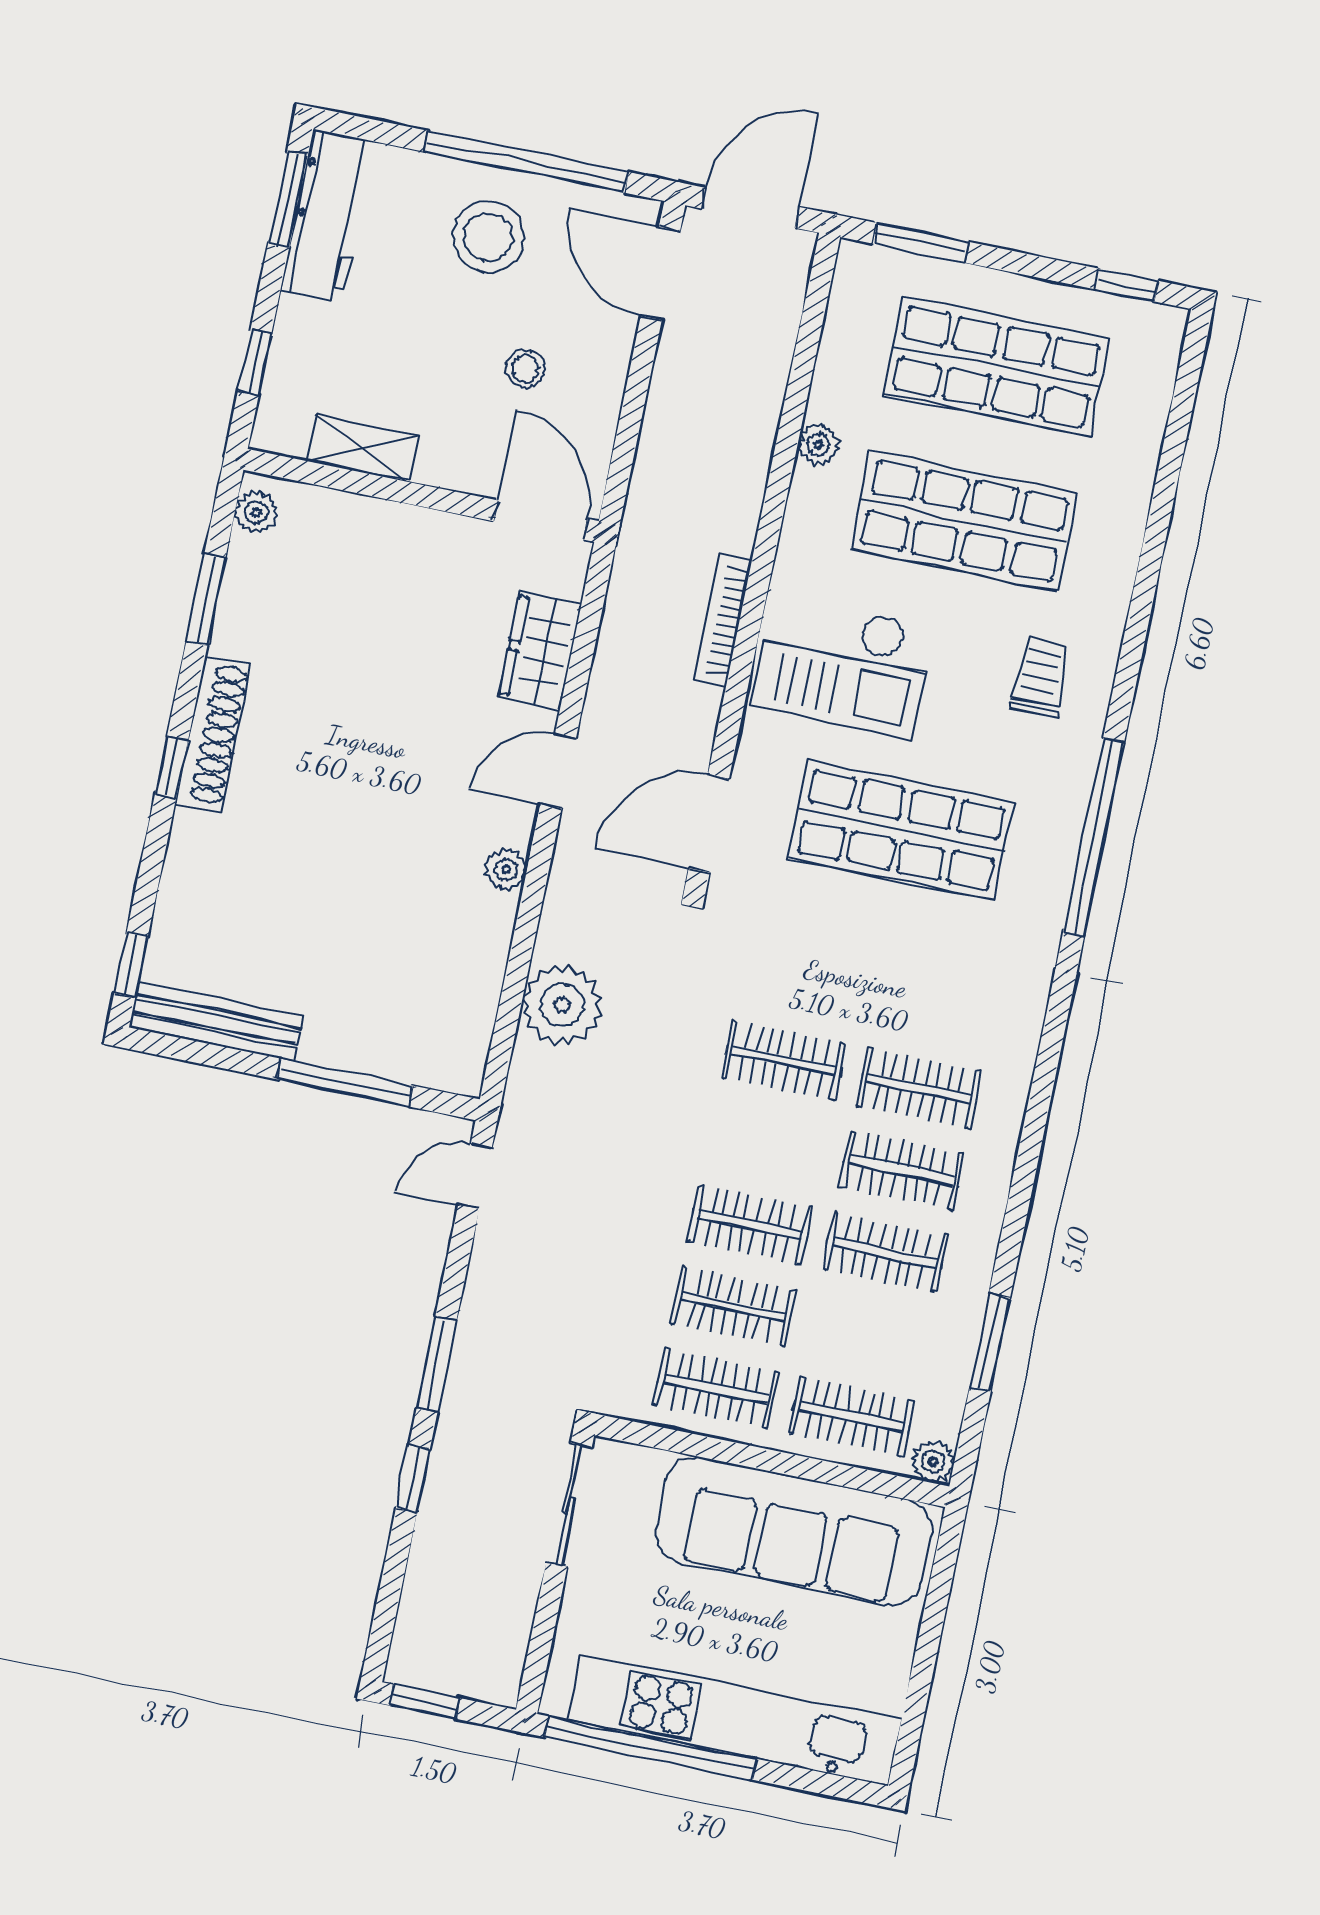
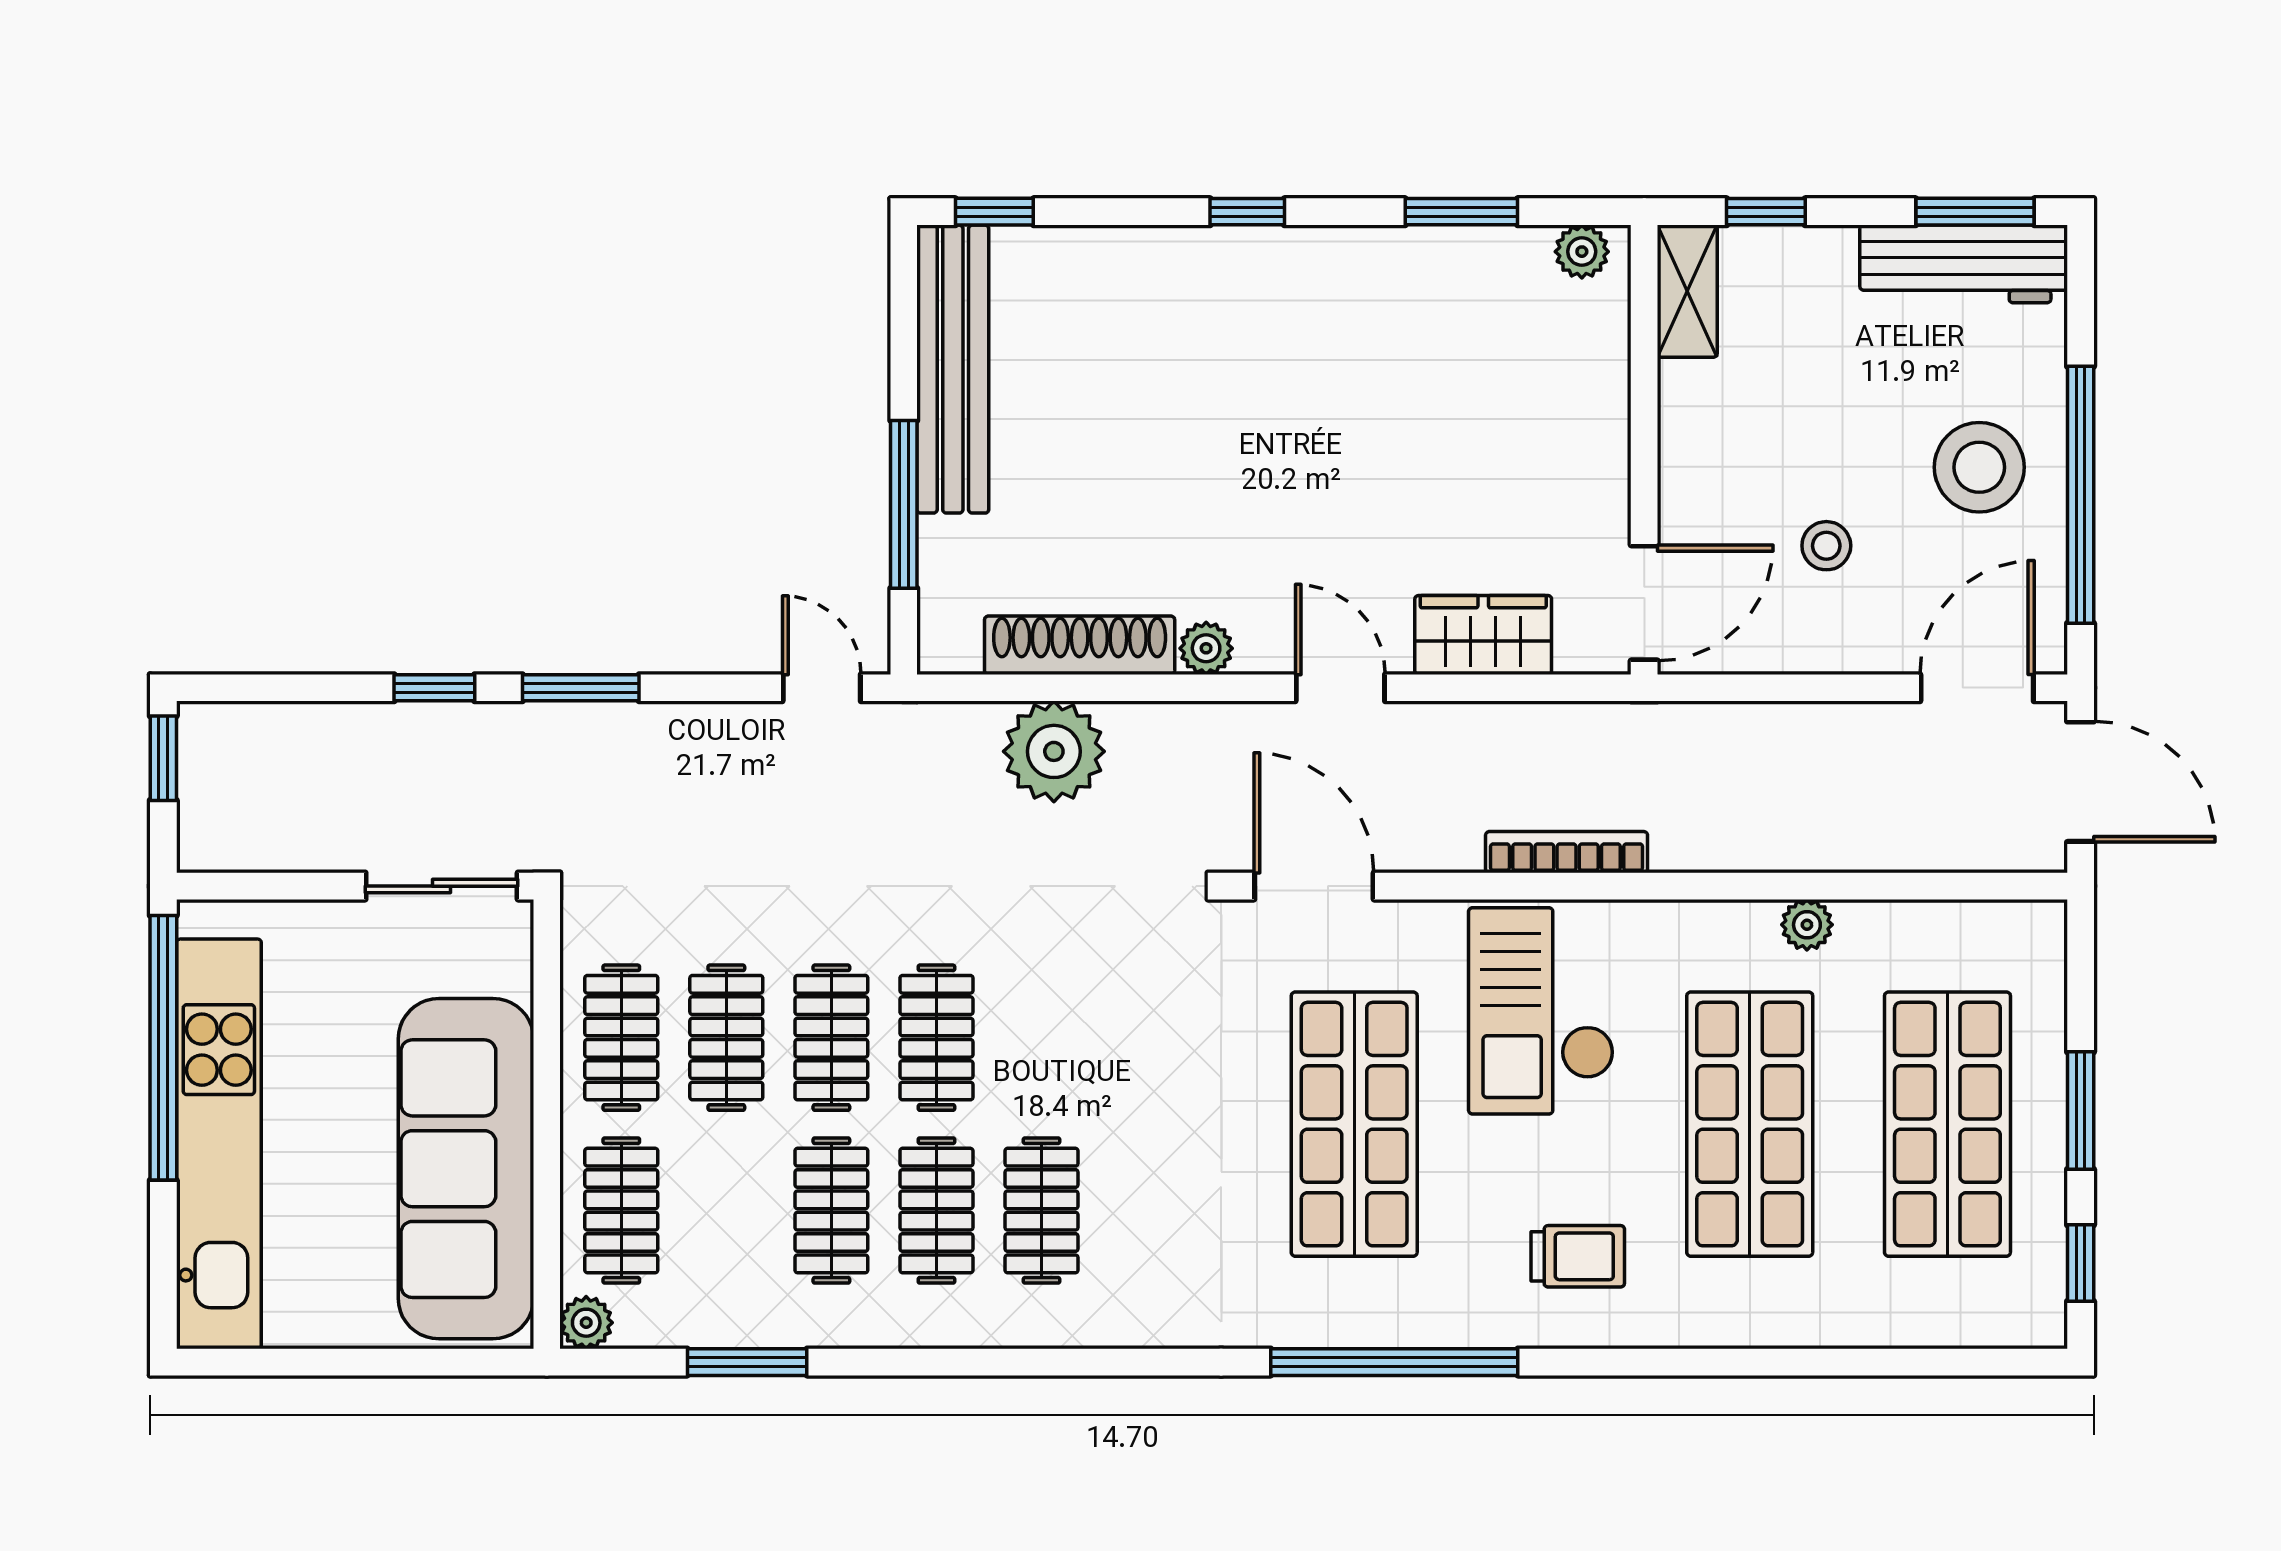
window: (921, 243) -> (2081, 1111), moved
shelving: (363, 448) -> (1687, 291), moved
shoe rack: (213, 734) -> (1080, 645), moved, turned 180
bench: (216, 1021) -> (953, 369), width x1.37, depth x1.21
clothes rail: (784, 1060) -> (936, 1038), moved

